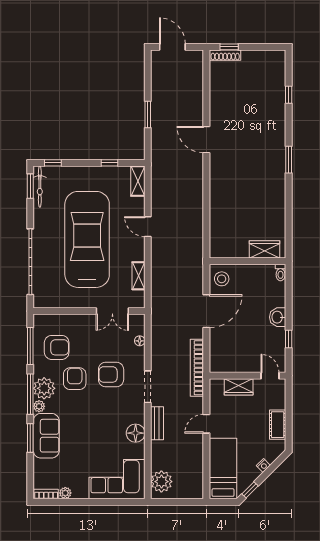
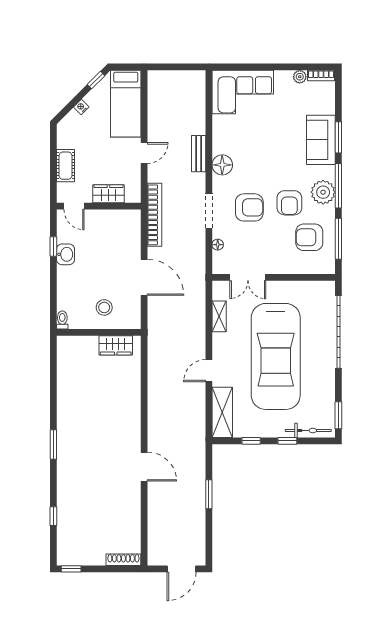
door: (172, 47) -> (182, 569), hinge flipped
window: (229, 47) -> (71, 569), moved
window: (53, 163) -> (287, 441), moved
shelving: (138, 181) -> (222, 412), width x1.50, depth x1.33
bicycle: (40, 187) -> (308, 430), moved, turned 90
door: (148, 227) -> (209, 371), swing flipped
wardrobe: (264, 249) -> (116, 345), moved
stool: (222, 279) -> (104, 307), moved
double door: (112, 311) -> (248, 277), swing flipped
door: (206, 311) -> (144, 277), swing flipped
washbasin: (278, 317) -> (65, 254), moved
doorway: (148, 387) -> (209, 211), moved
plant: (39, 406) -> (329, 172), removed
cot: (278, 425) -> (65, 166), moved
floor lamp: (136, 433) -> (222, 165), moved
plant: (161, 482) -> (194, 89), removed

